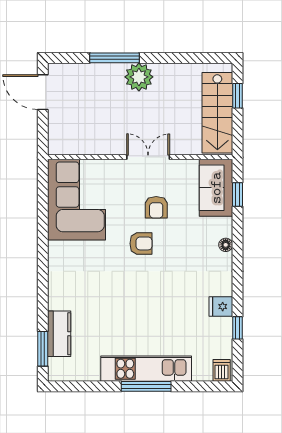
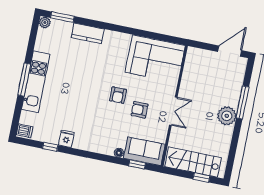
floor lamp: (226, 245) -> (119, 153), moved
kitchen counter: (59, 334) -> (88, 33), moved
plant: (56, 373) -> (45, 23), added

